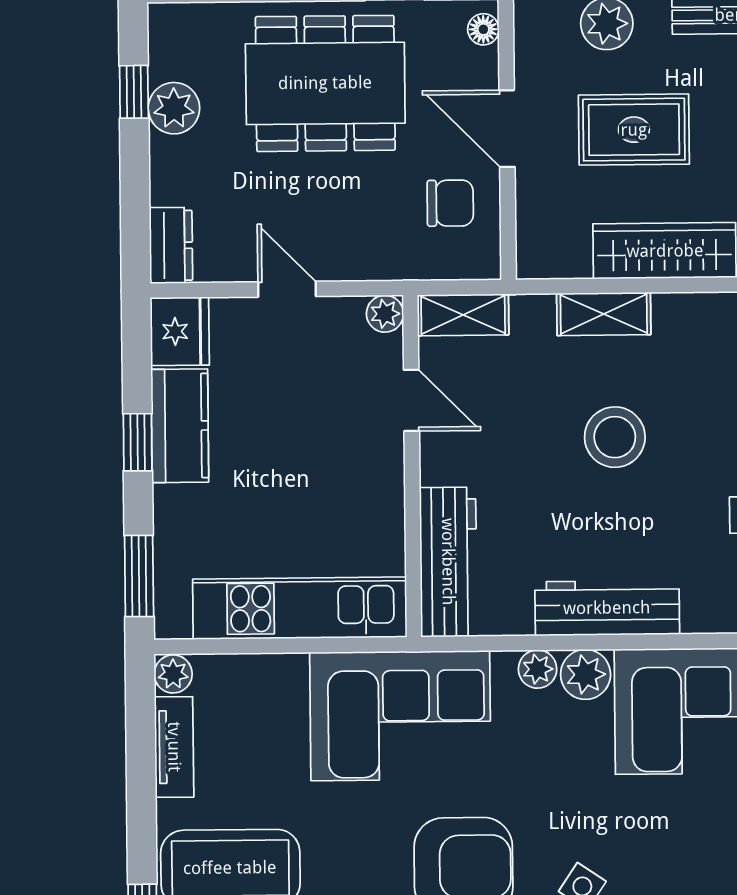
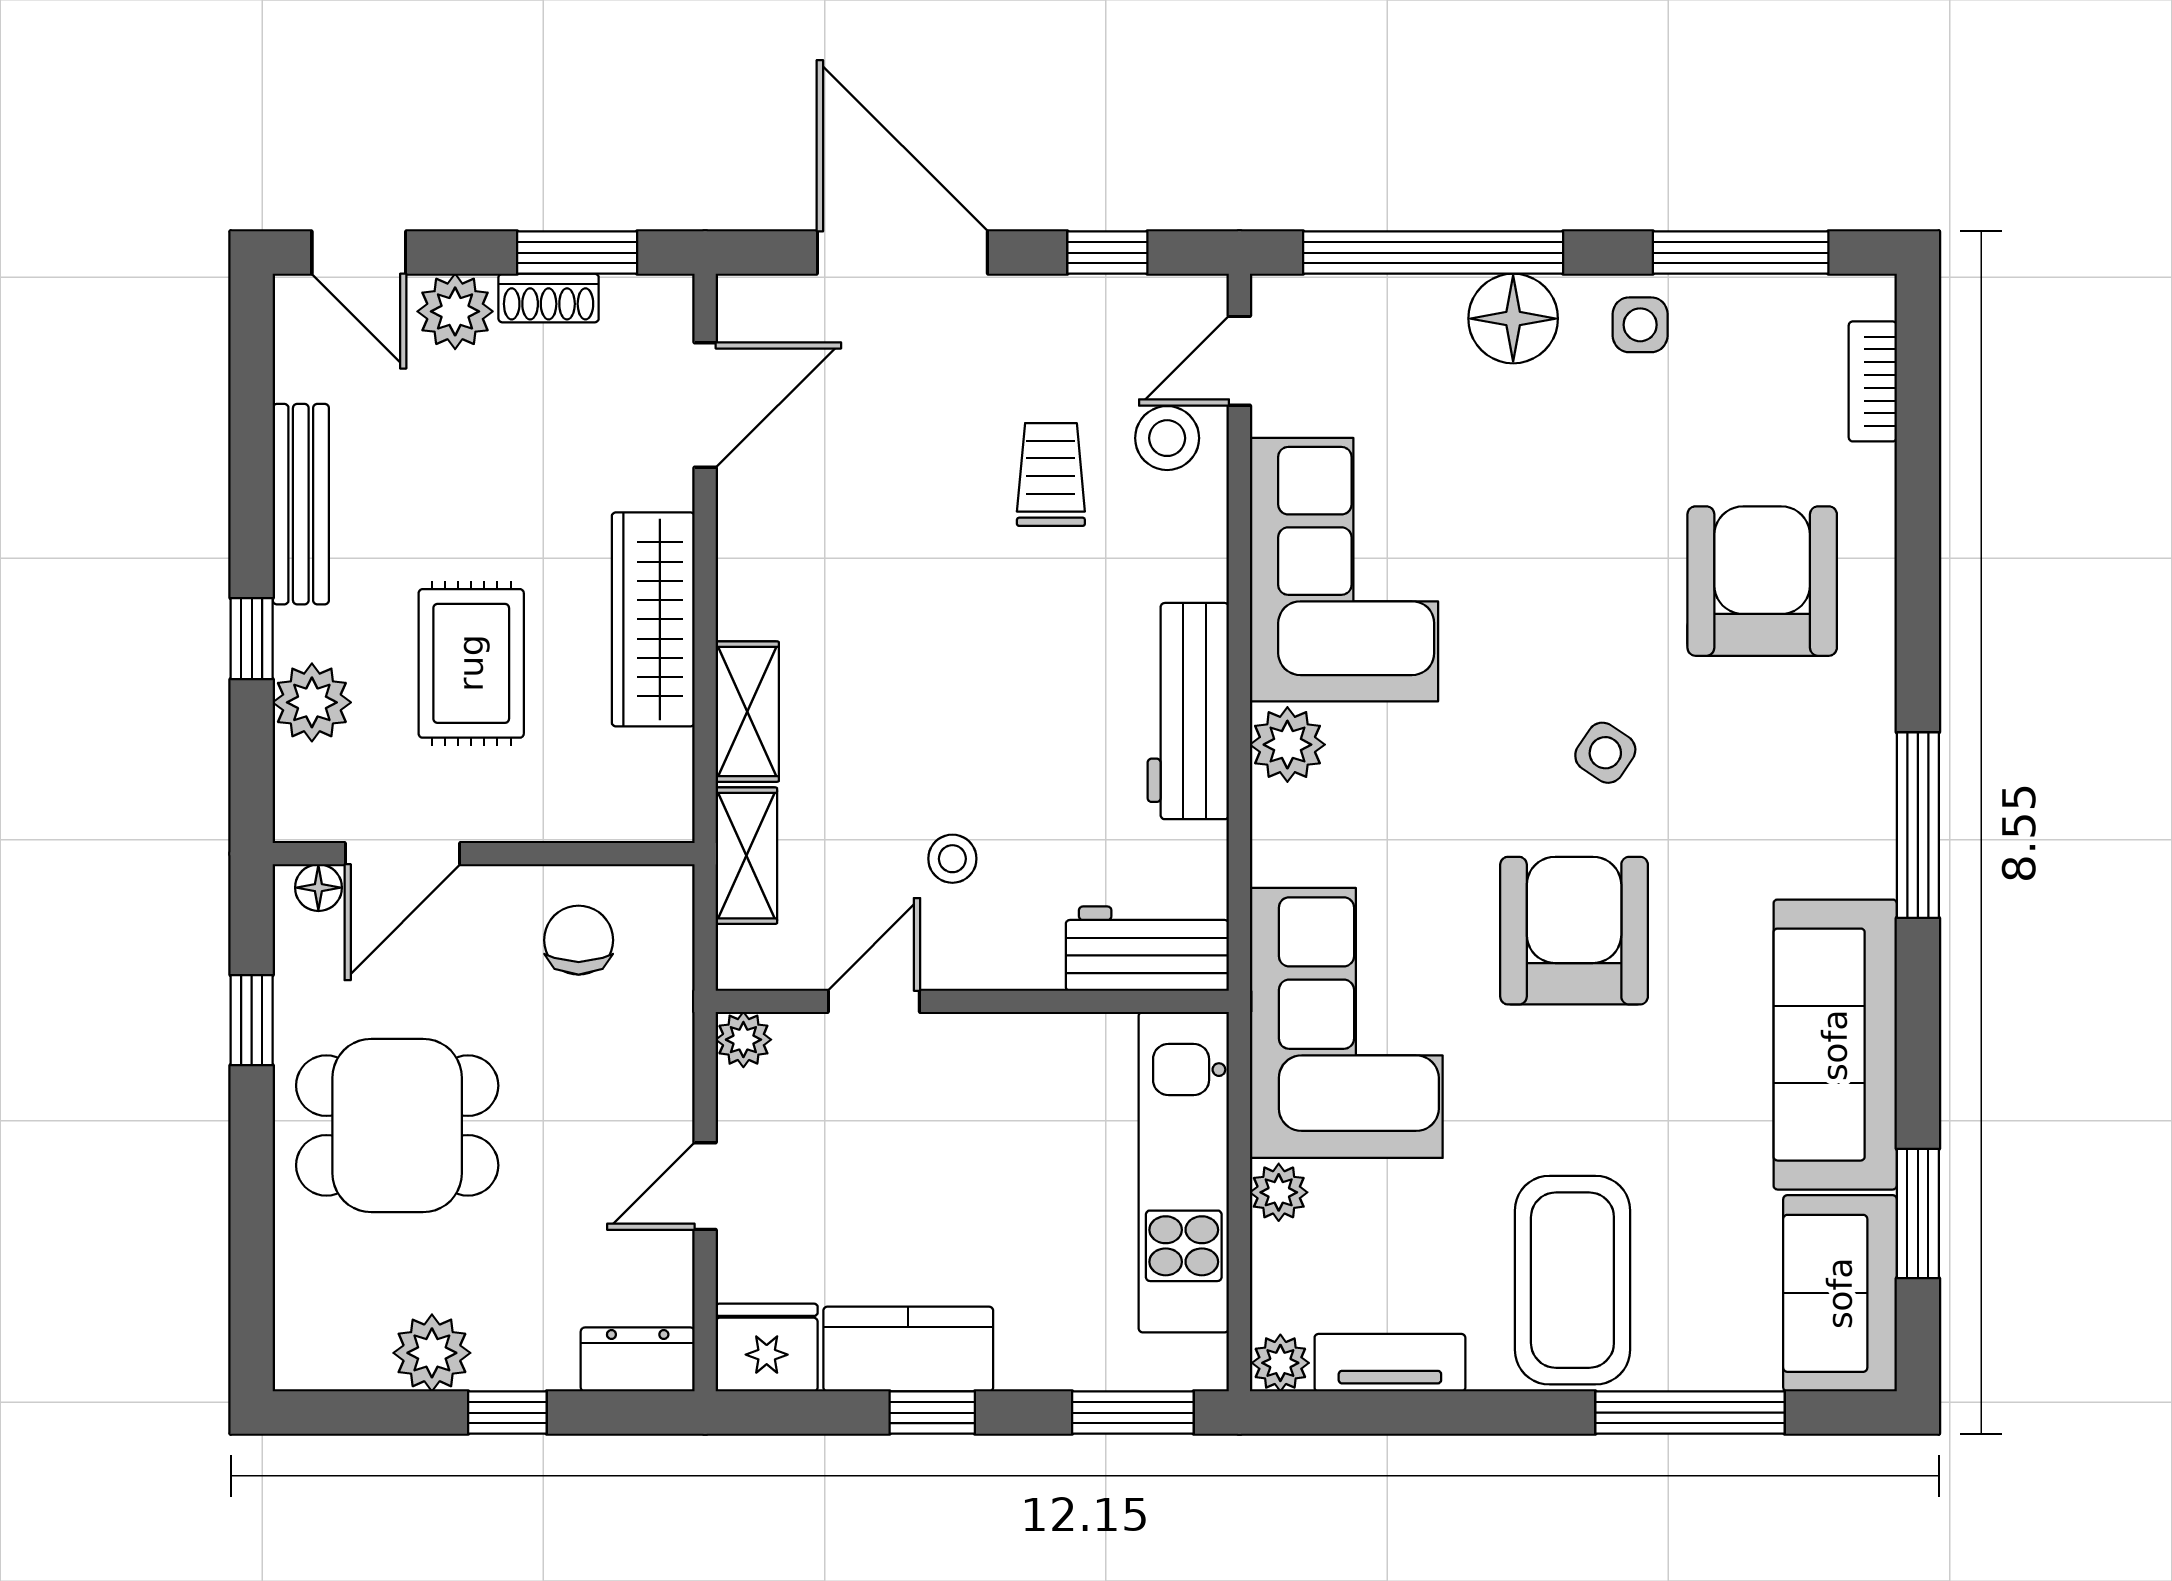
dining table: (325, 83) -> (397, 1125), width x0.73
window: (134, 92) -> (507, 1413), moved
door: (507, 129) -> (403, 854), moved
shelving: (463, 315) -> (746, 856), moved
stool: (615, 437) -> (952, 859), moved, width x0.53, depth x0.53
workbench: (448, 562) -> (1147, 949), width x0.73
plant: (538, 669) -> (1279, 1192), moved

